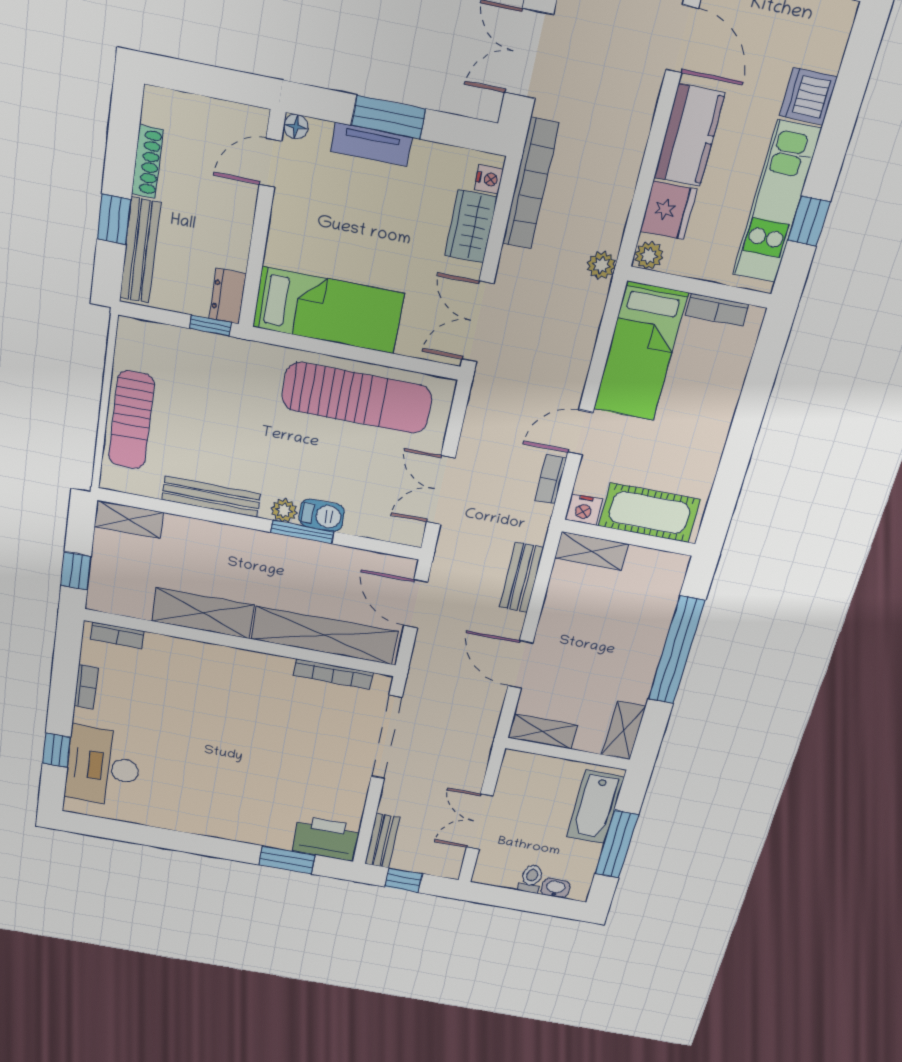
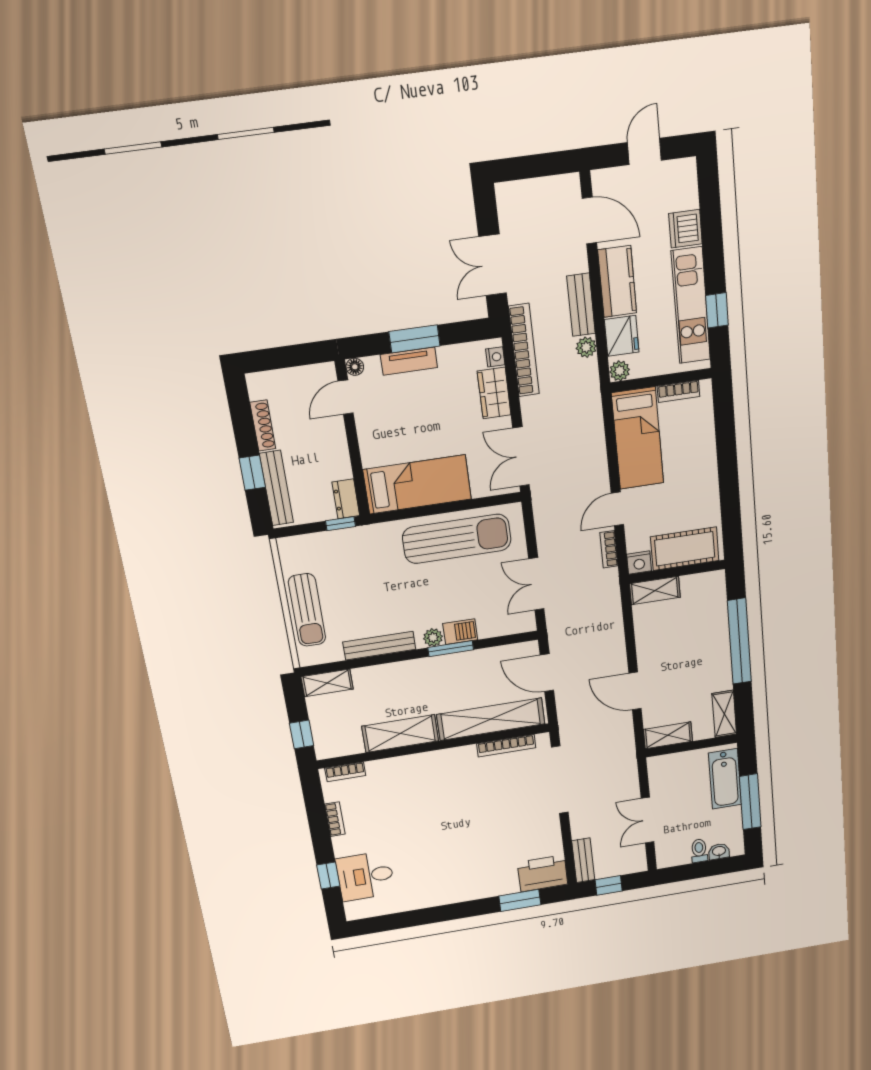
plant: (601, 265) -> (586, 347), moved
bench: (521, 577) -> (581, 305), moved
desk: (103, 767) -> (365, 876), width x0.73

